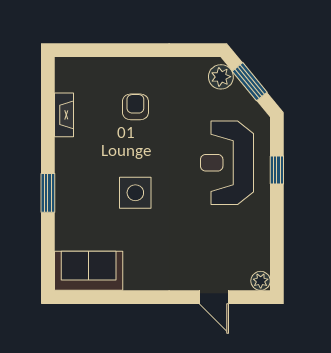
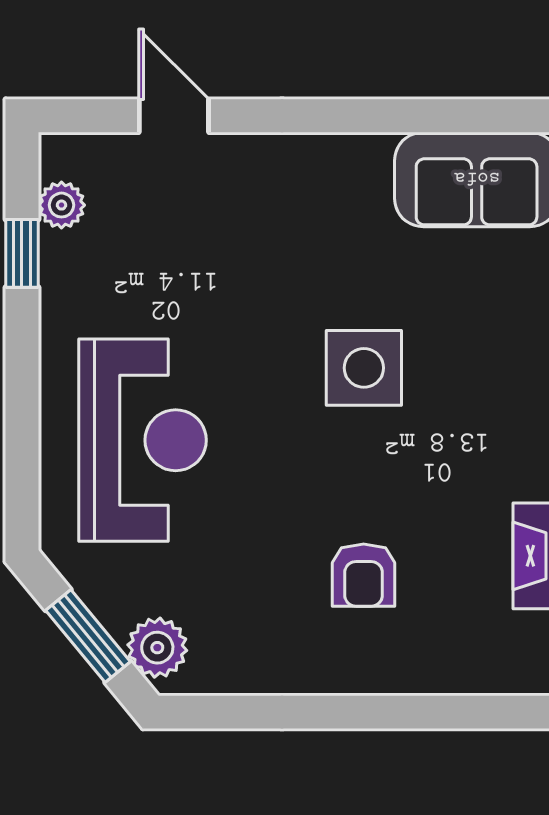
window: (277, 170) -> (22, 253), moved
plant: (261, 281) -> (61, 205), moved

